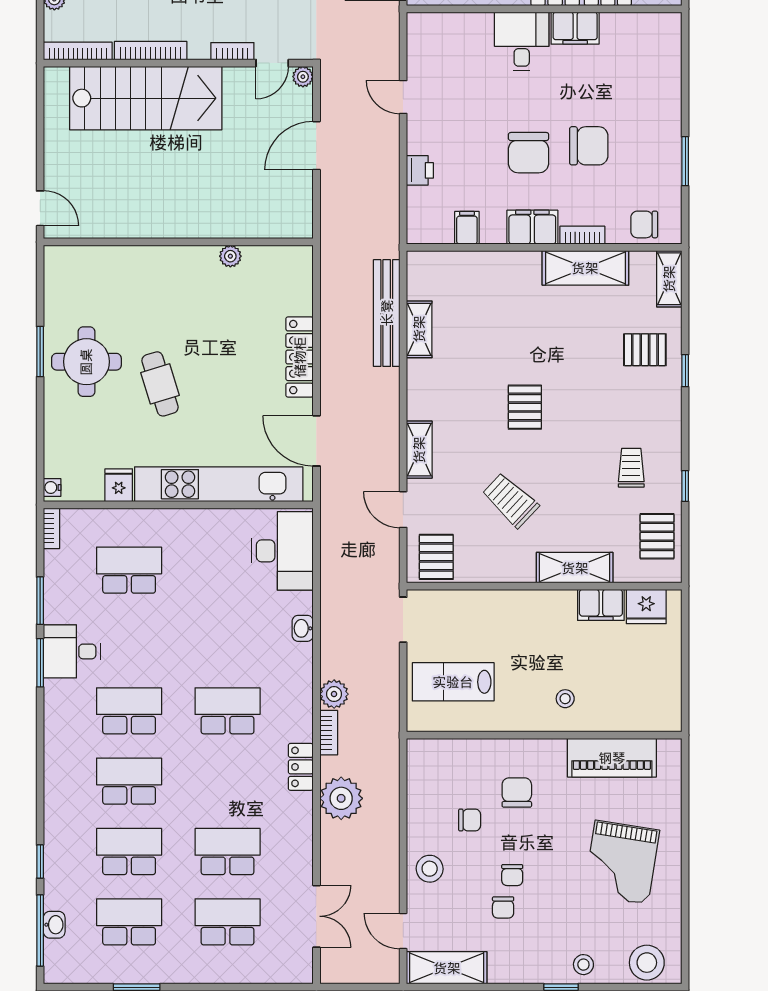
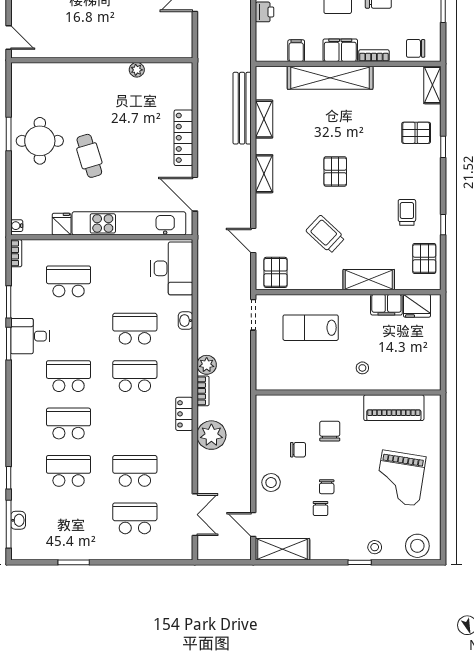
shelving: (585, 268) -> (330, 78), moved, width x1.47
shelving: (419, 450) -> (264, 174), moved
lab bench: (453, 682) -> (311, 328), moved
school desk: (129, 922) -> (135, 329), moved

